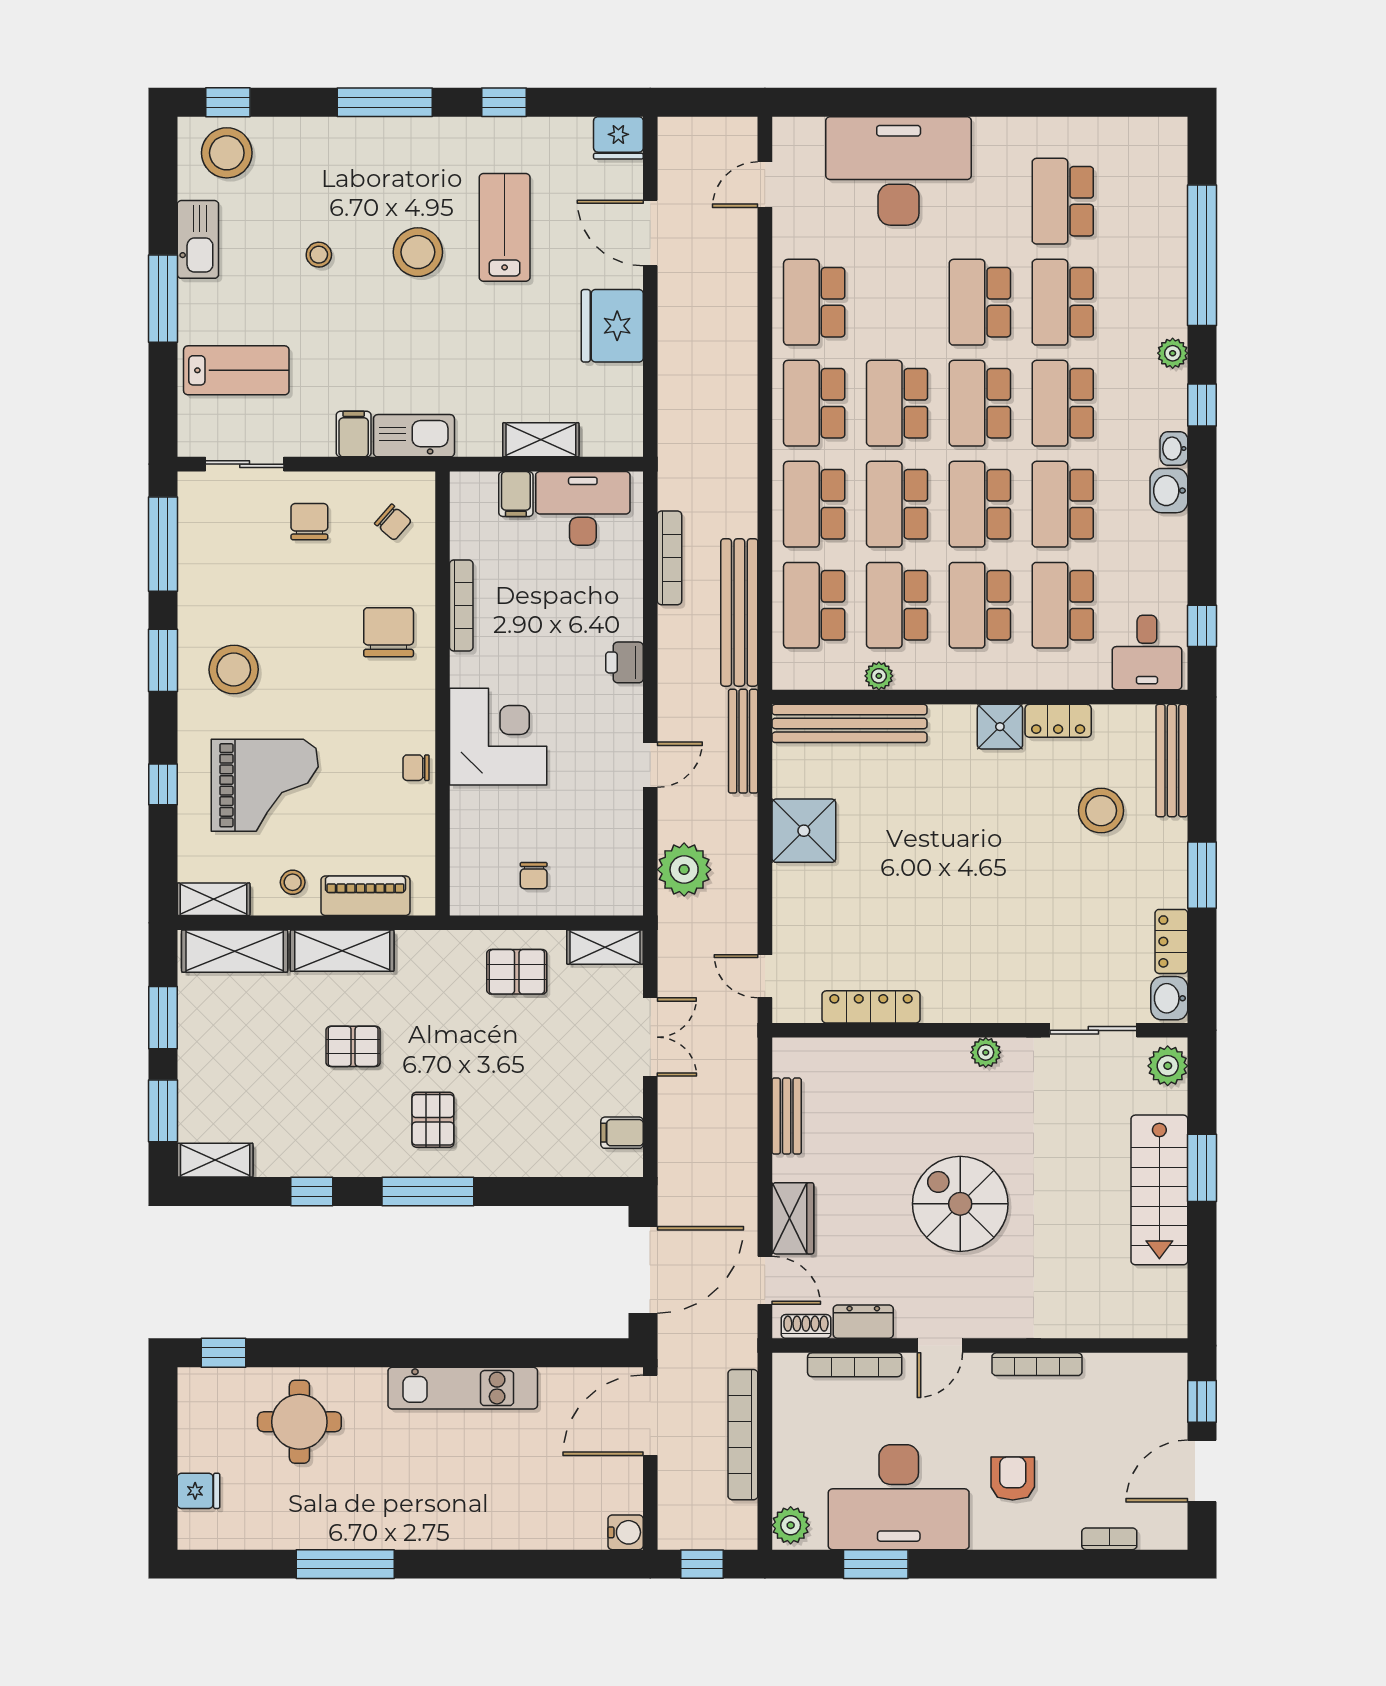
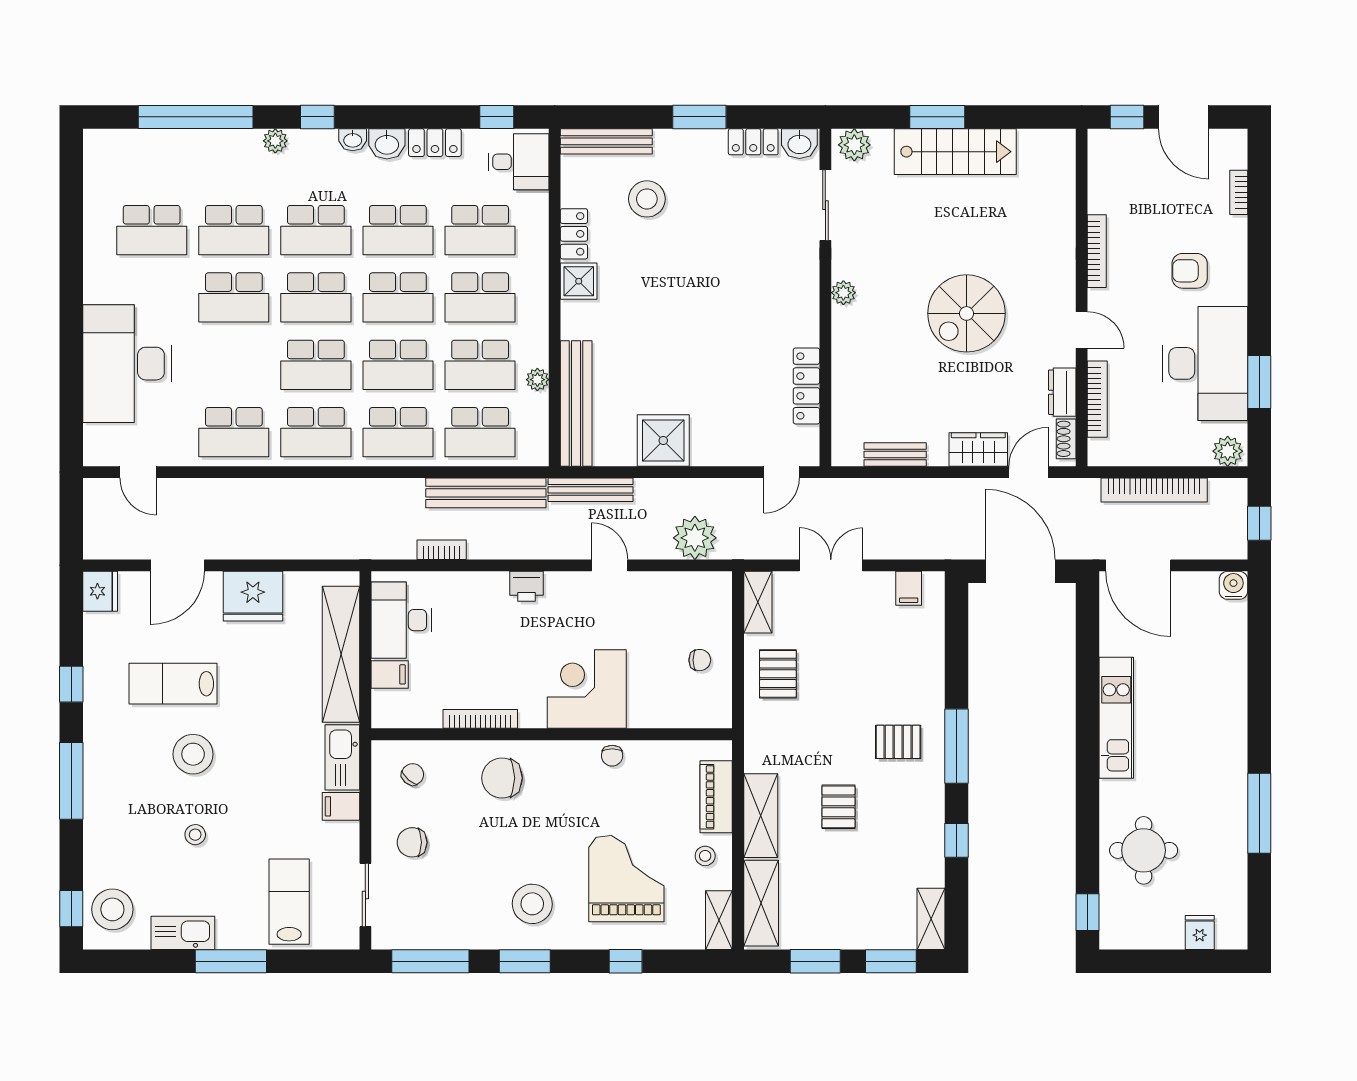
shelving: (541, 440) -> (341, 654), width x2.20, depth x1.33
locker: (1170, 550) -> (435, 143), added
bookcase: (669, 558) -> (442, 550), width x0.64

